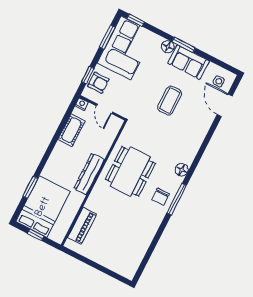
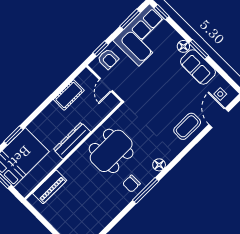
coffee table: (170, 101) -> (187, 126), moved
nightstand: (82, 104) -> (86, 74), removed

